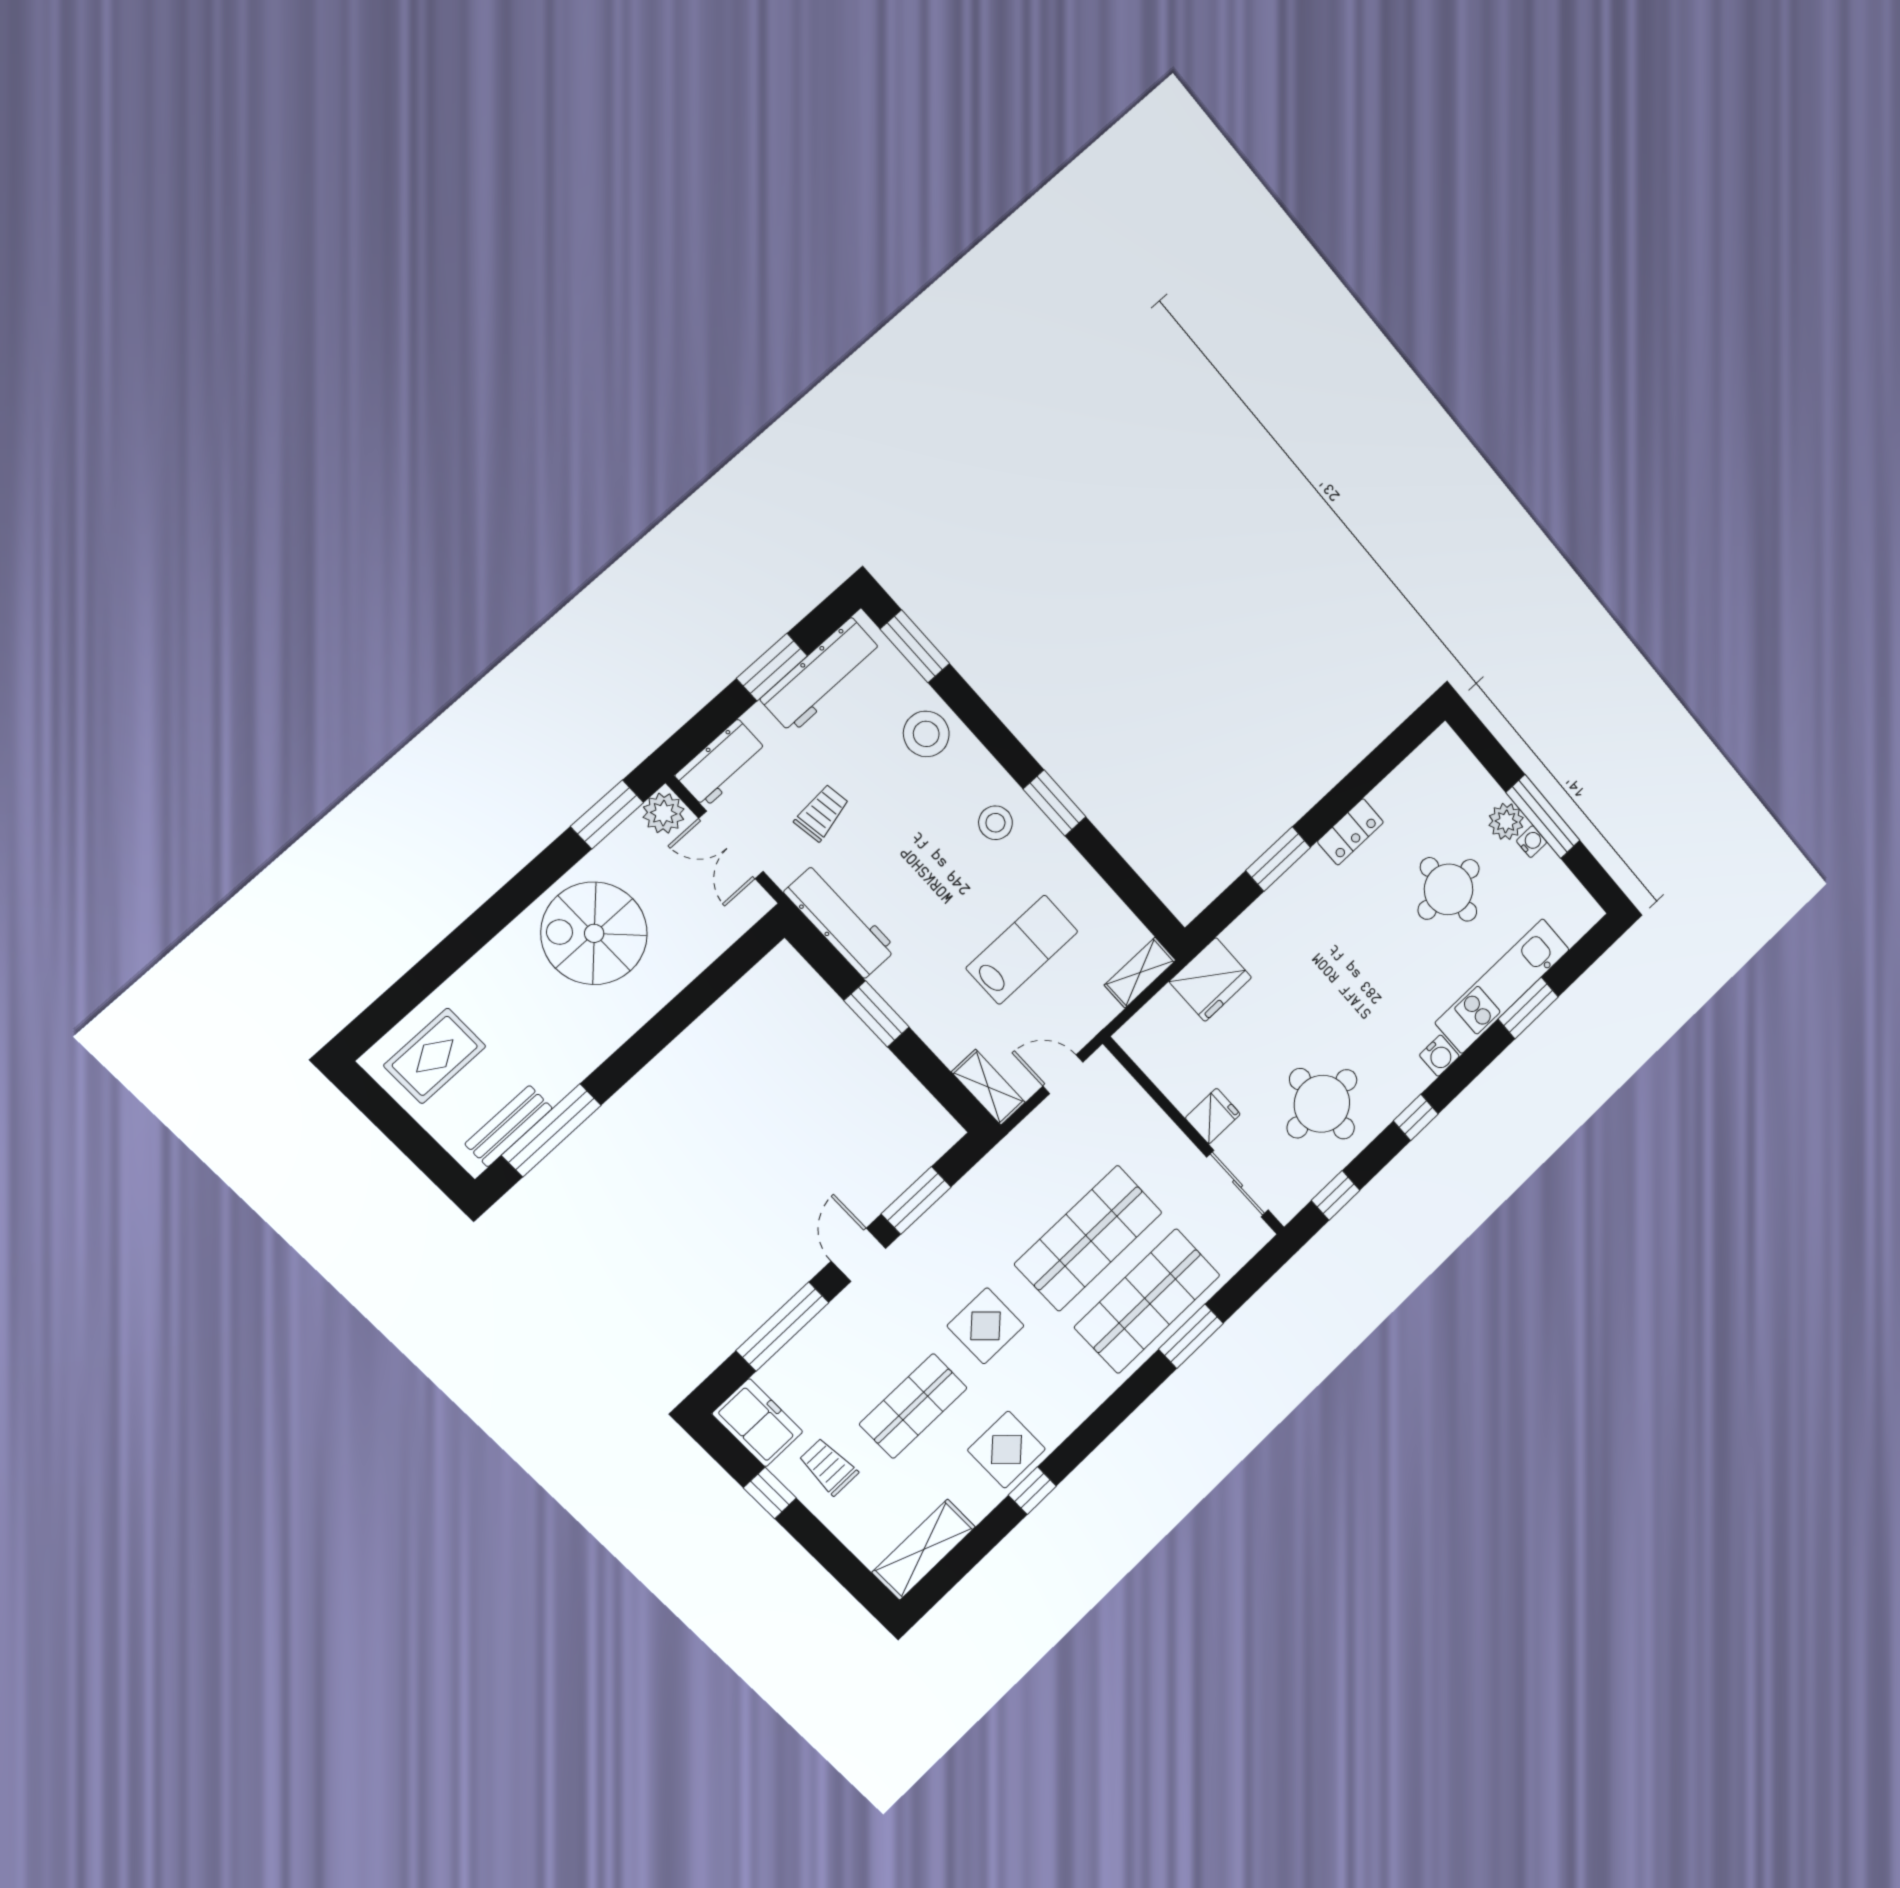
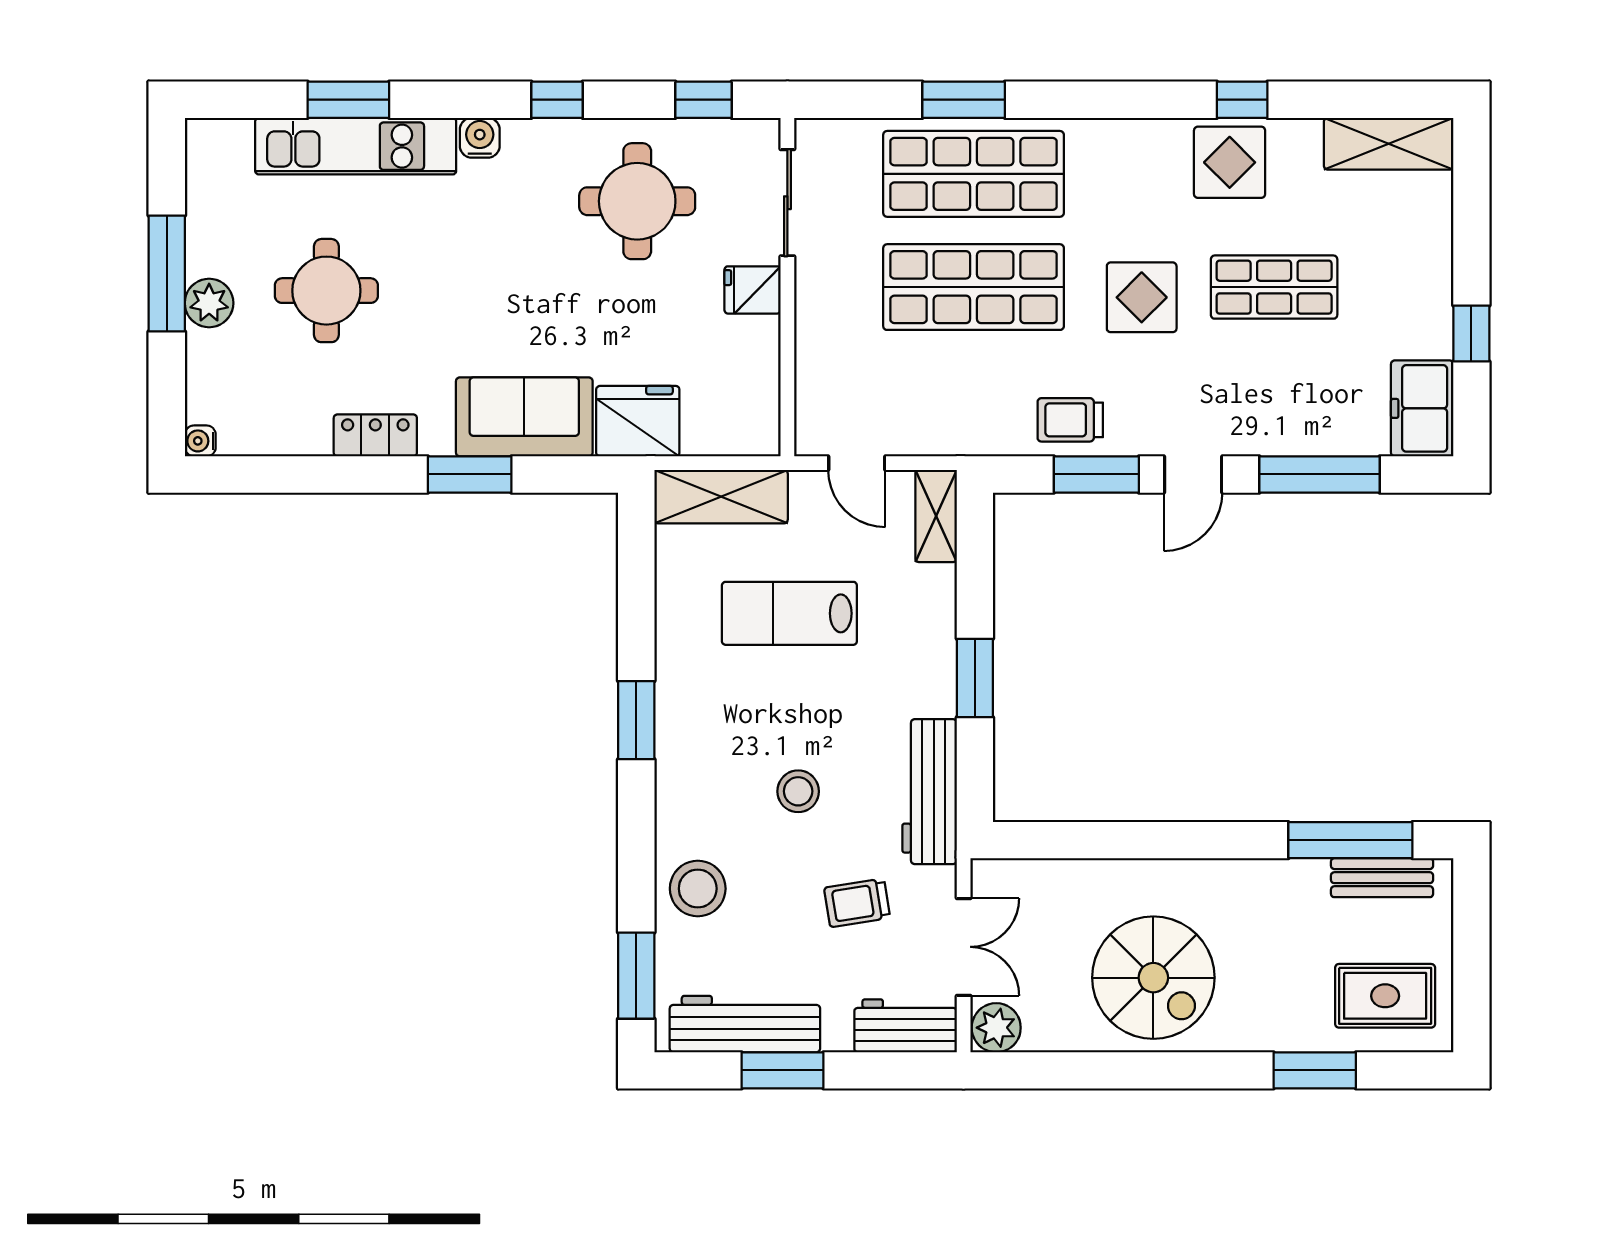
window: (607, 815) -> (1315, 1070), moved
stool: (995, 823) -> (798, 791), moved
water cooler: (1532, 842) -> (200, 441), moved
sofa: (1277, 921) -> (524, 417), added
shelving: (1140, 973) -> (721, 497), width x1.50, depth x1.33
trolley: (828, 1467) -> (1070, 420), moved, turned 90

